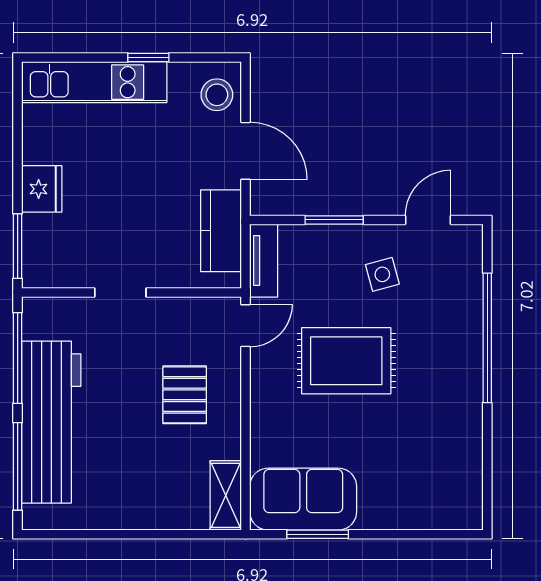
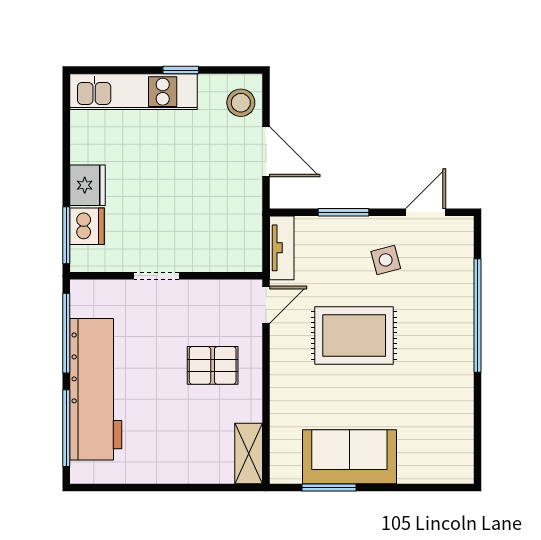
kitchen counter: (221, 231) -> (244, 222), removed
dishwasher: (41, 236) -> (87, 226), added
pallet: (185, 395) -> (213, 365), turned 90
sofa: (303, 499) -> (349, 457), moved

